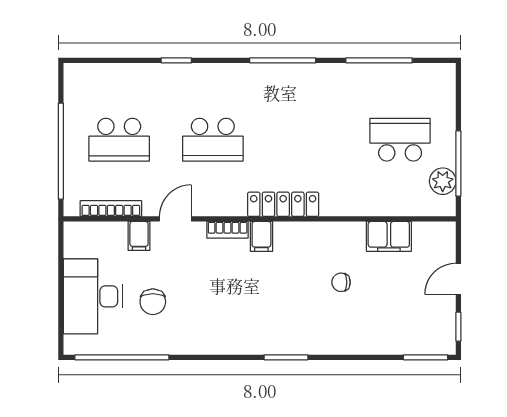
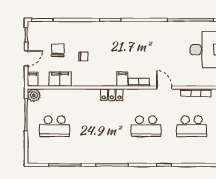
school desk: (119, 140) -> (192, 126), turned 180
school desk: (213, 140) -> (146, 126), turned 180
plant: (443, 181) -> (34, 95), moved
locker: (283, 204) -> (112, 95), width x0.66
door: (175, 219) -> (164, 88), swing flipped
filing cabinet: (139, 236) -> (33, 79), moved
chair: (153, 302) -> (58, 50), moved

